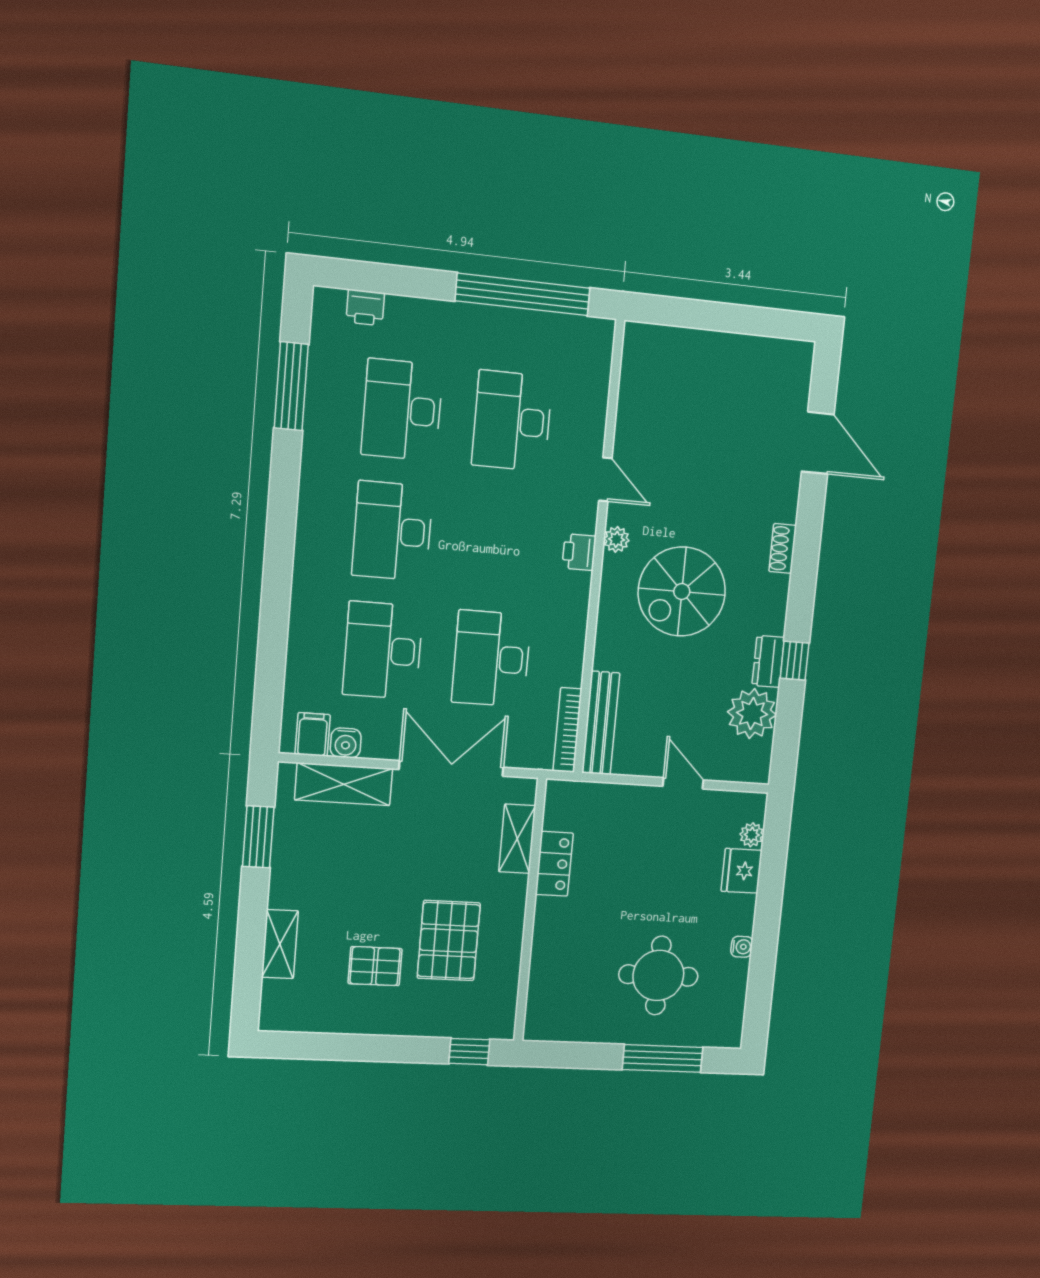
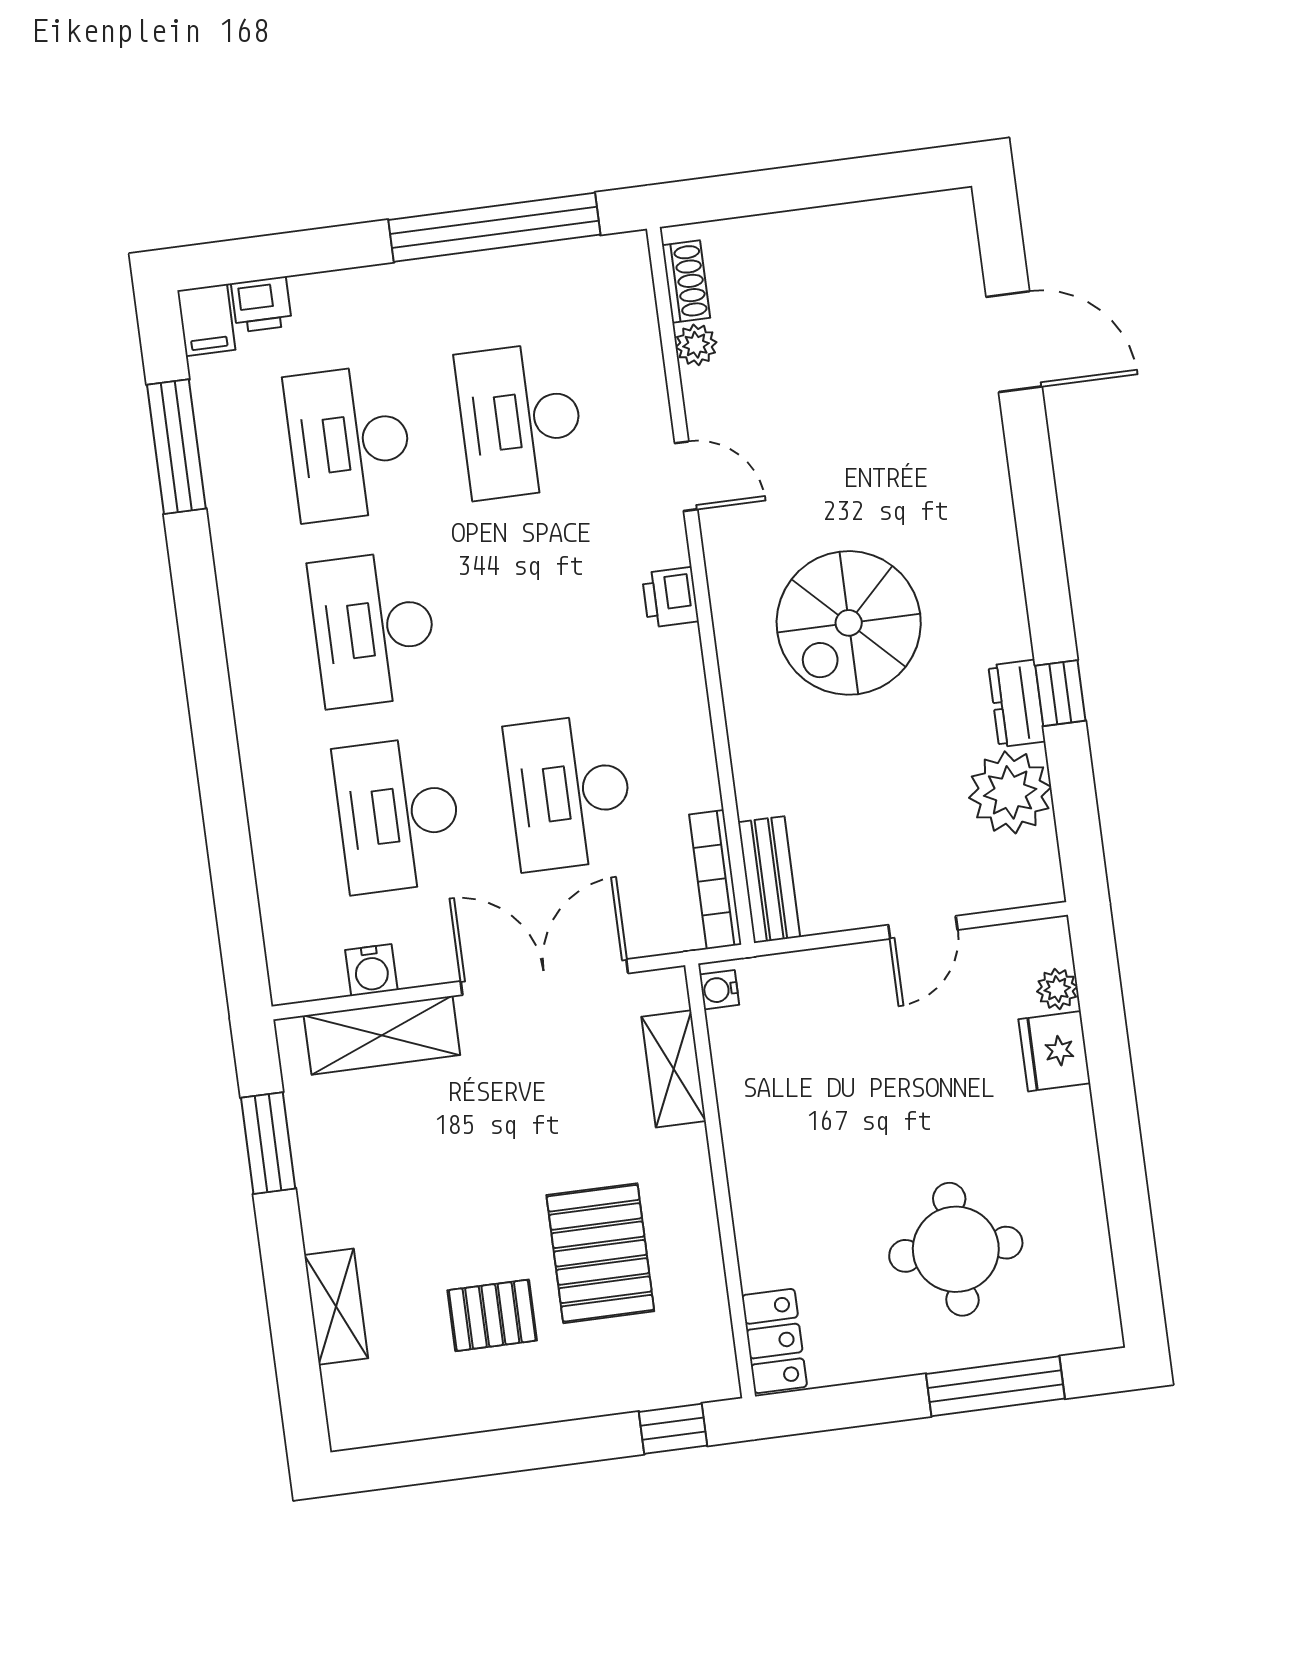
plant: (616, 539) -> (696, 345), moved
shoe rack: (783, 548) -> (686, 281), moved, turned 180
bench: (601, 723) -> (769, 880), width x0.73
filing cabinet: (313, 734) -> (206, 320), moved, turned 180
door: (683, 783) -> (923, 927), swing flipped
locker: (554, 864) -> (774, 1341), moved
water cooler: (742, 947) -> (719, 990), moved, turned 180

